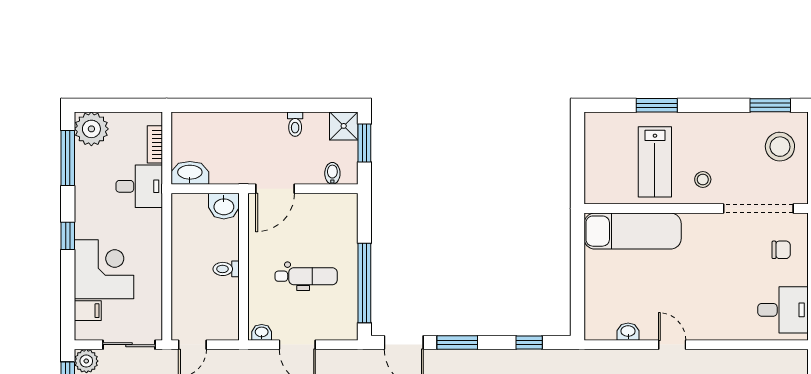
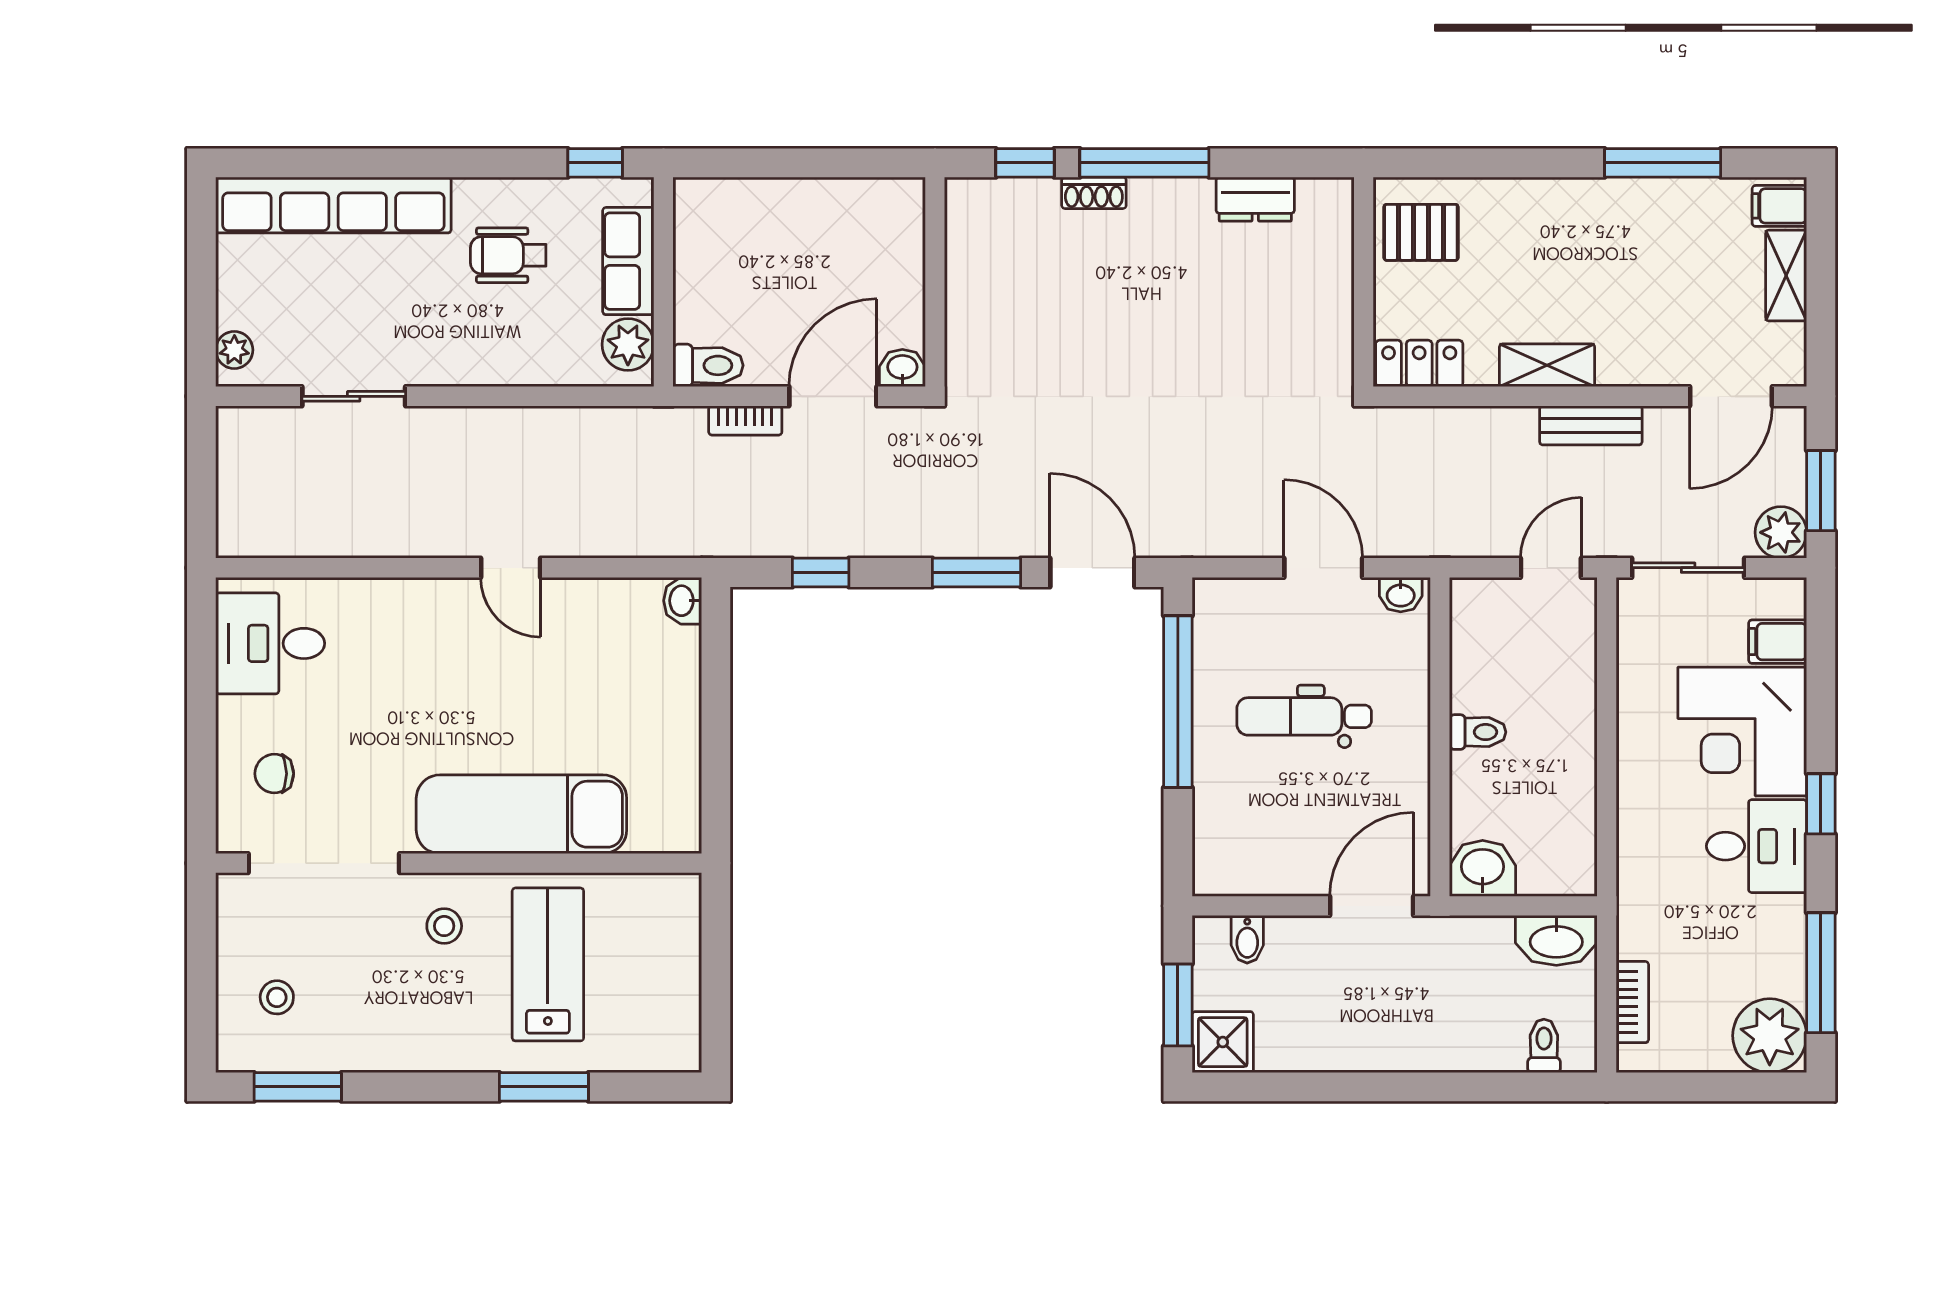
toilet: (295, 124) -> (1544, 1046), moved
stool: (780, 147) -> (277, 997), width x0.53, depth x0.53
desk: (139, 186) -> (1757, 846), moved, turned 180
exam couch: (633, 231) -> (521, 814), moved
washbasin: (628, 332) -> (683, 601), moved, turned 90

